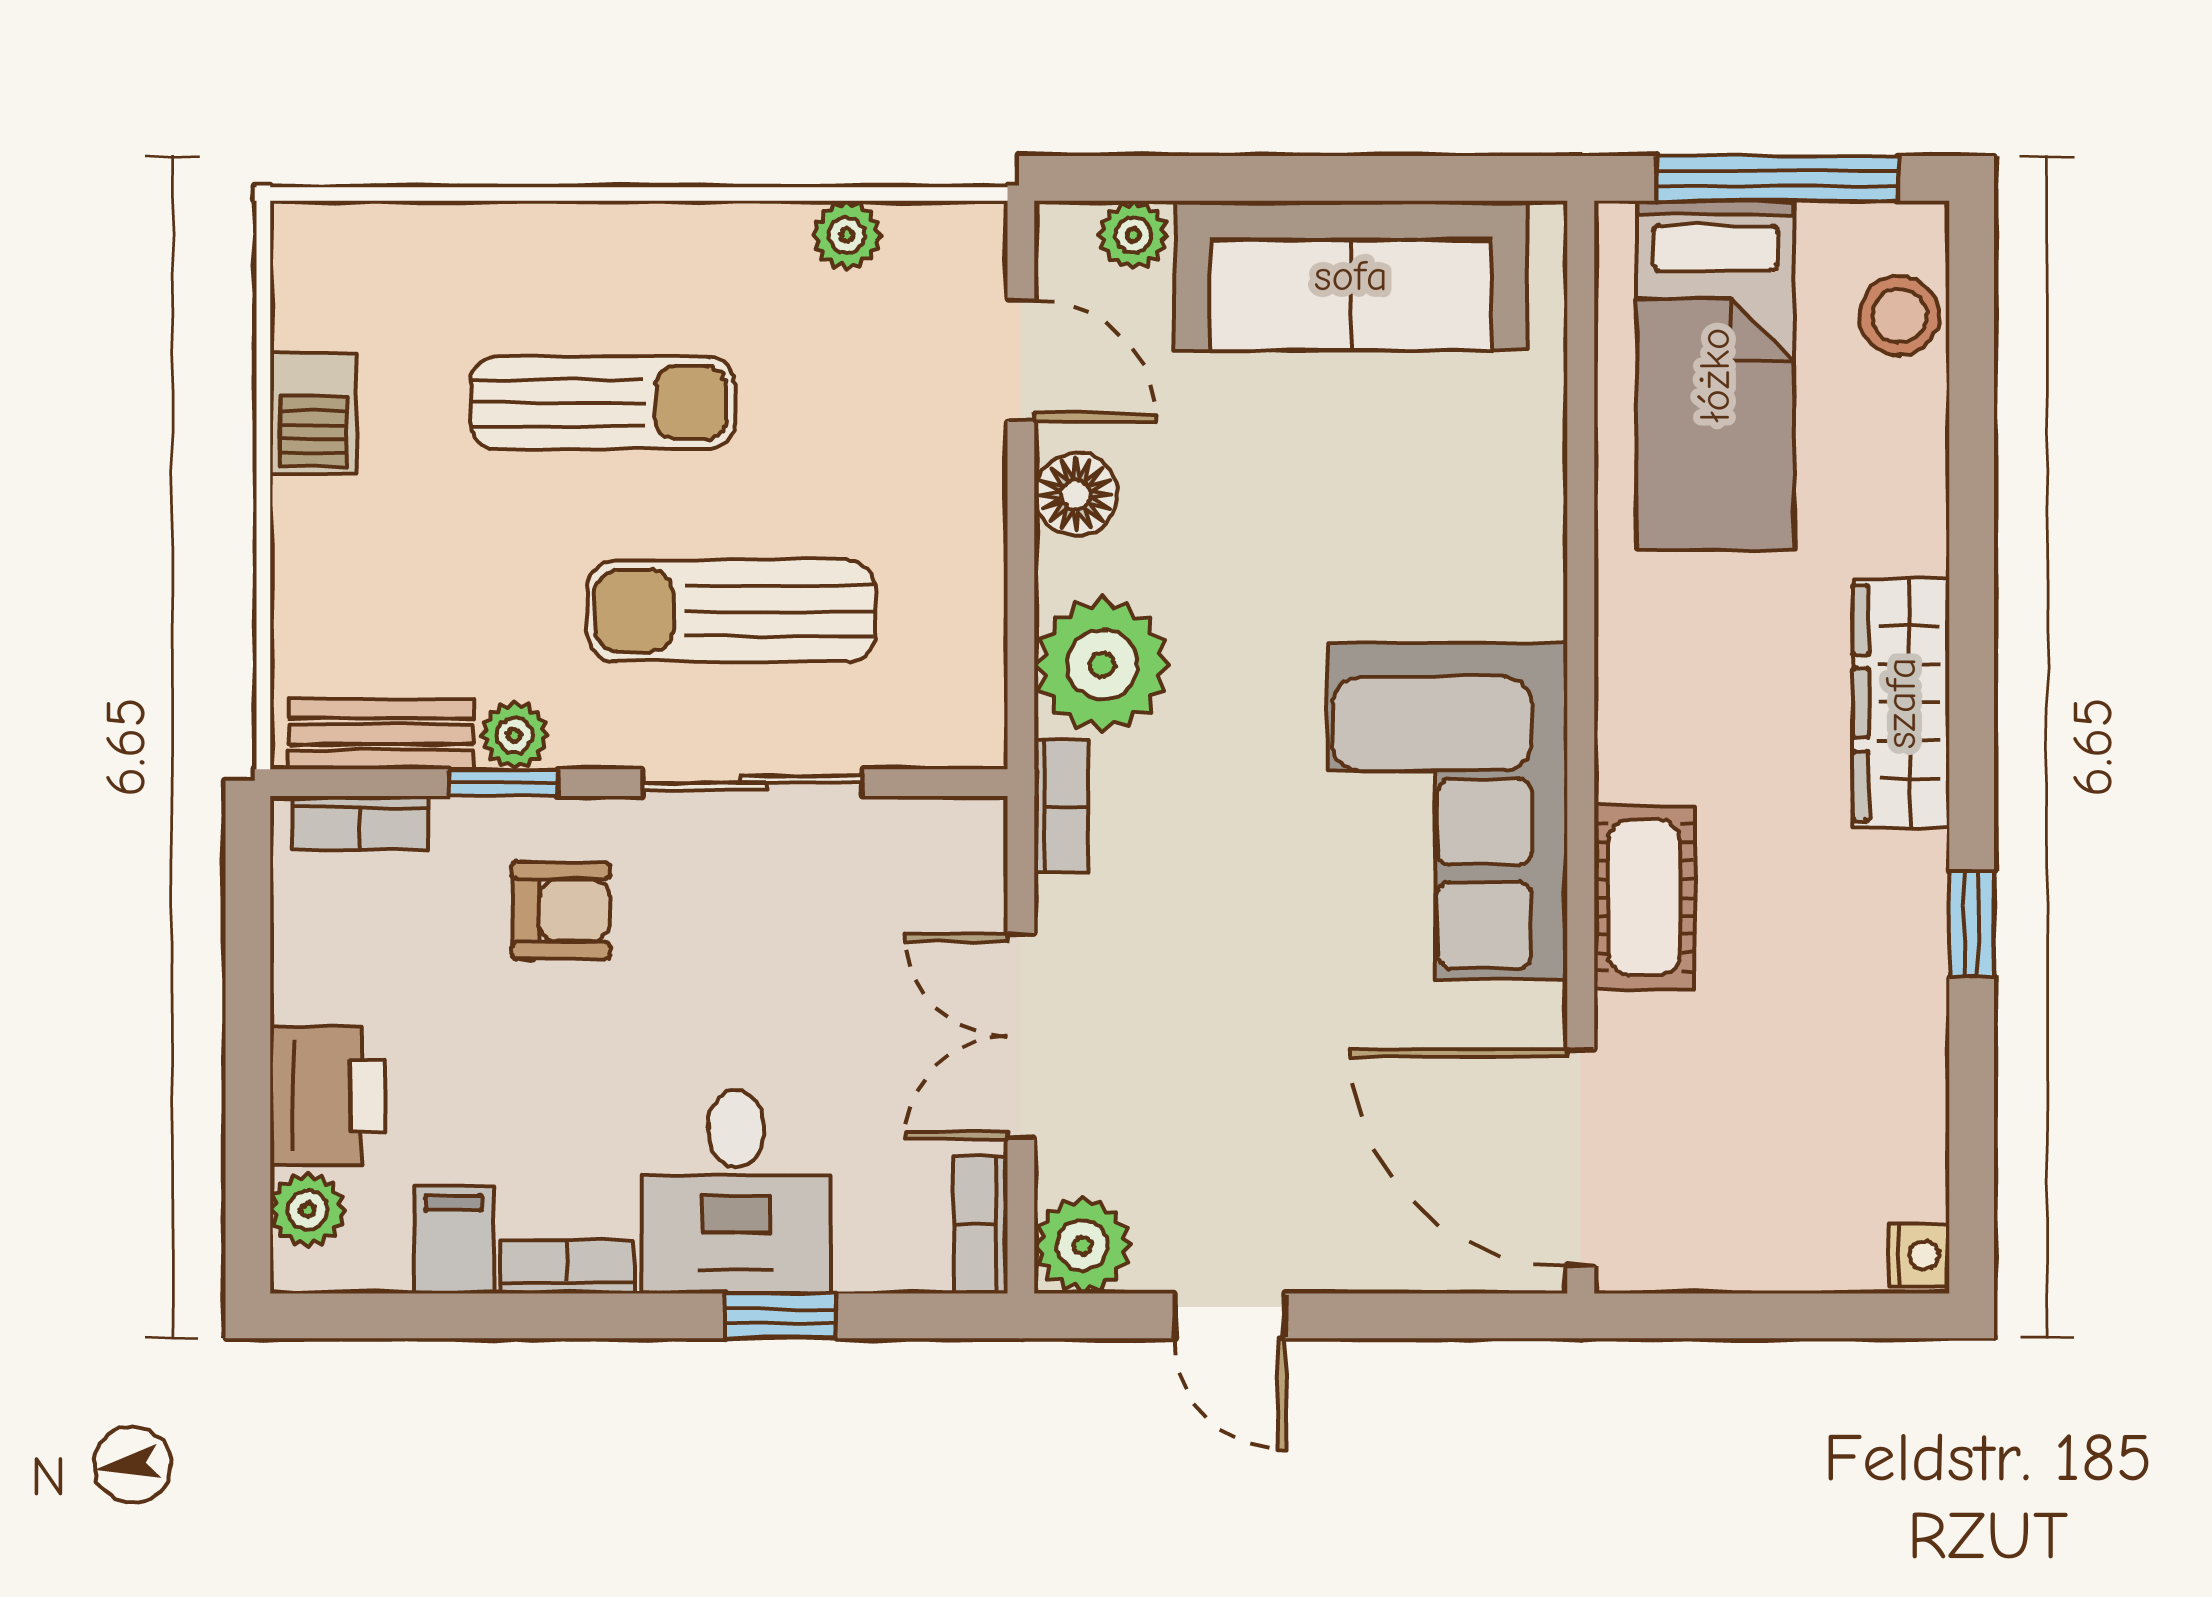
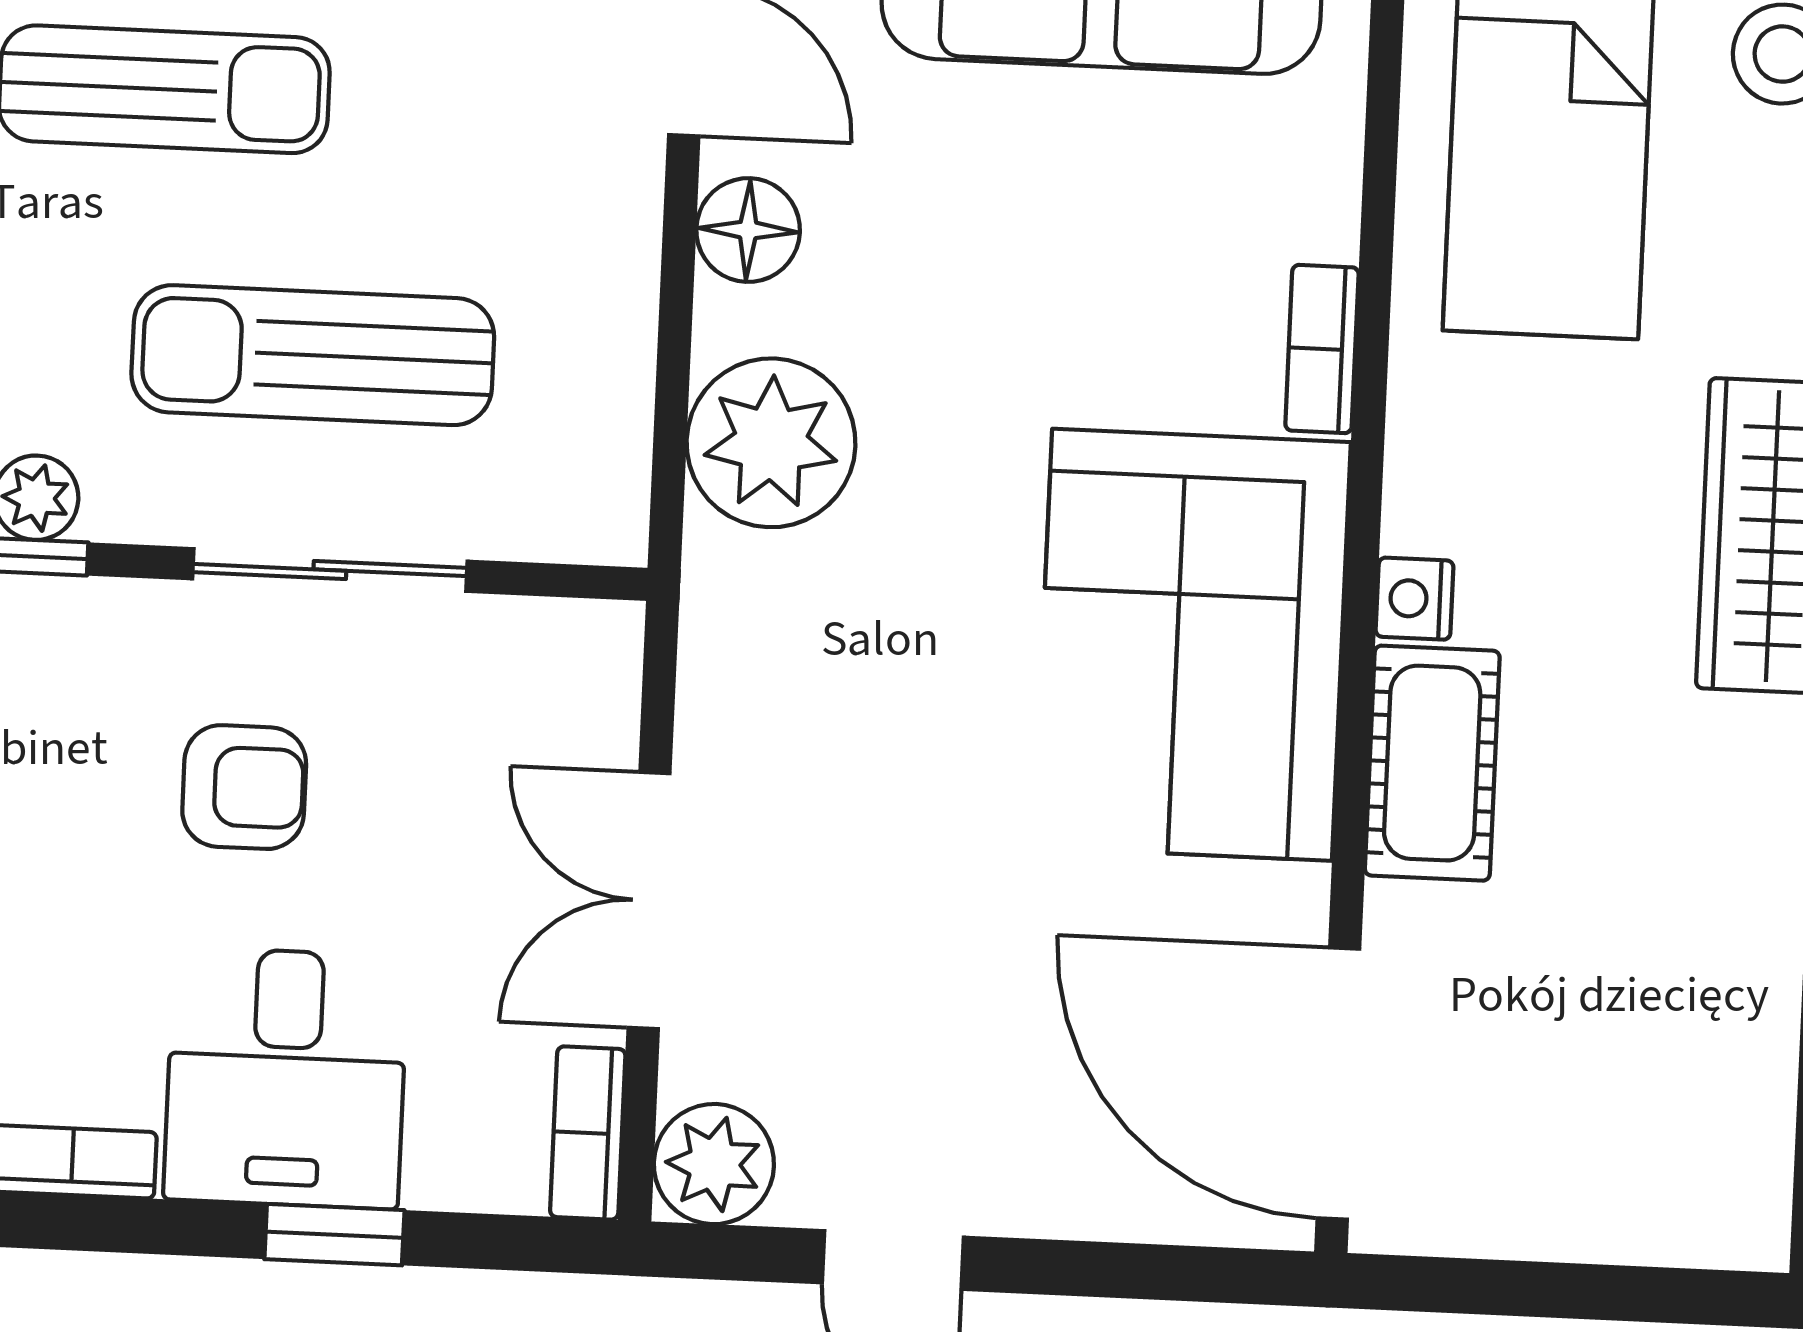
bookcase: (1061, 806) -> (1322, 349), moved, turned 180
armchair: (561, 910) -> (244, 787), moved
nightstand: (1919, 1255) -> (1415, 599), moved, turned 180

